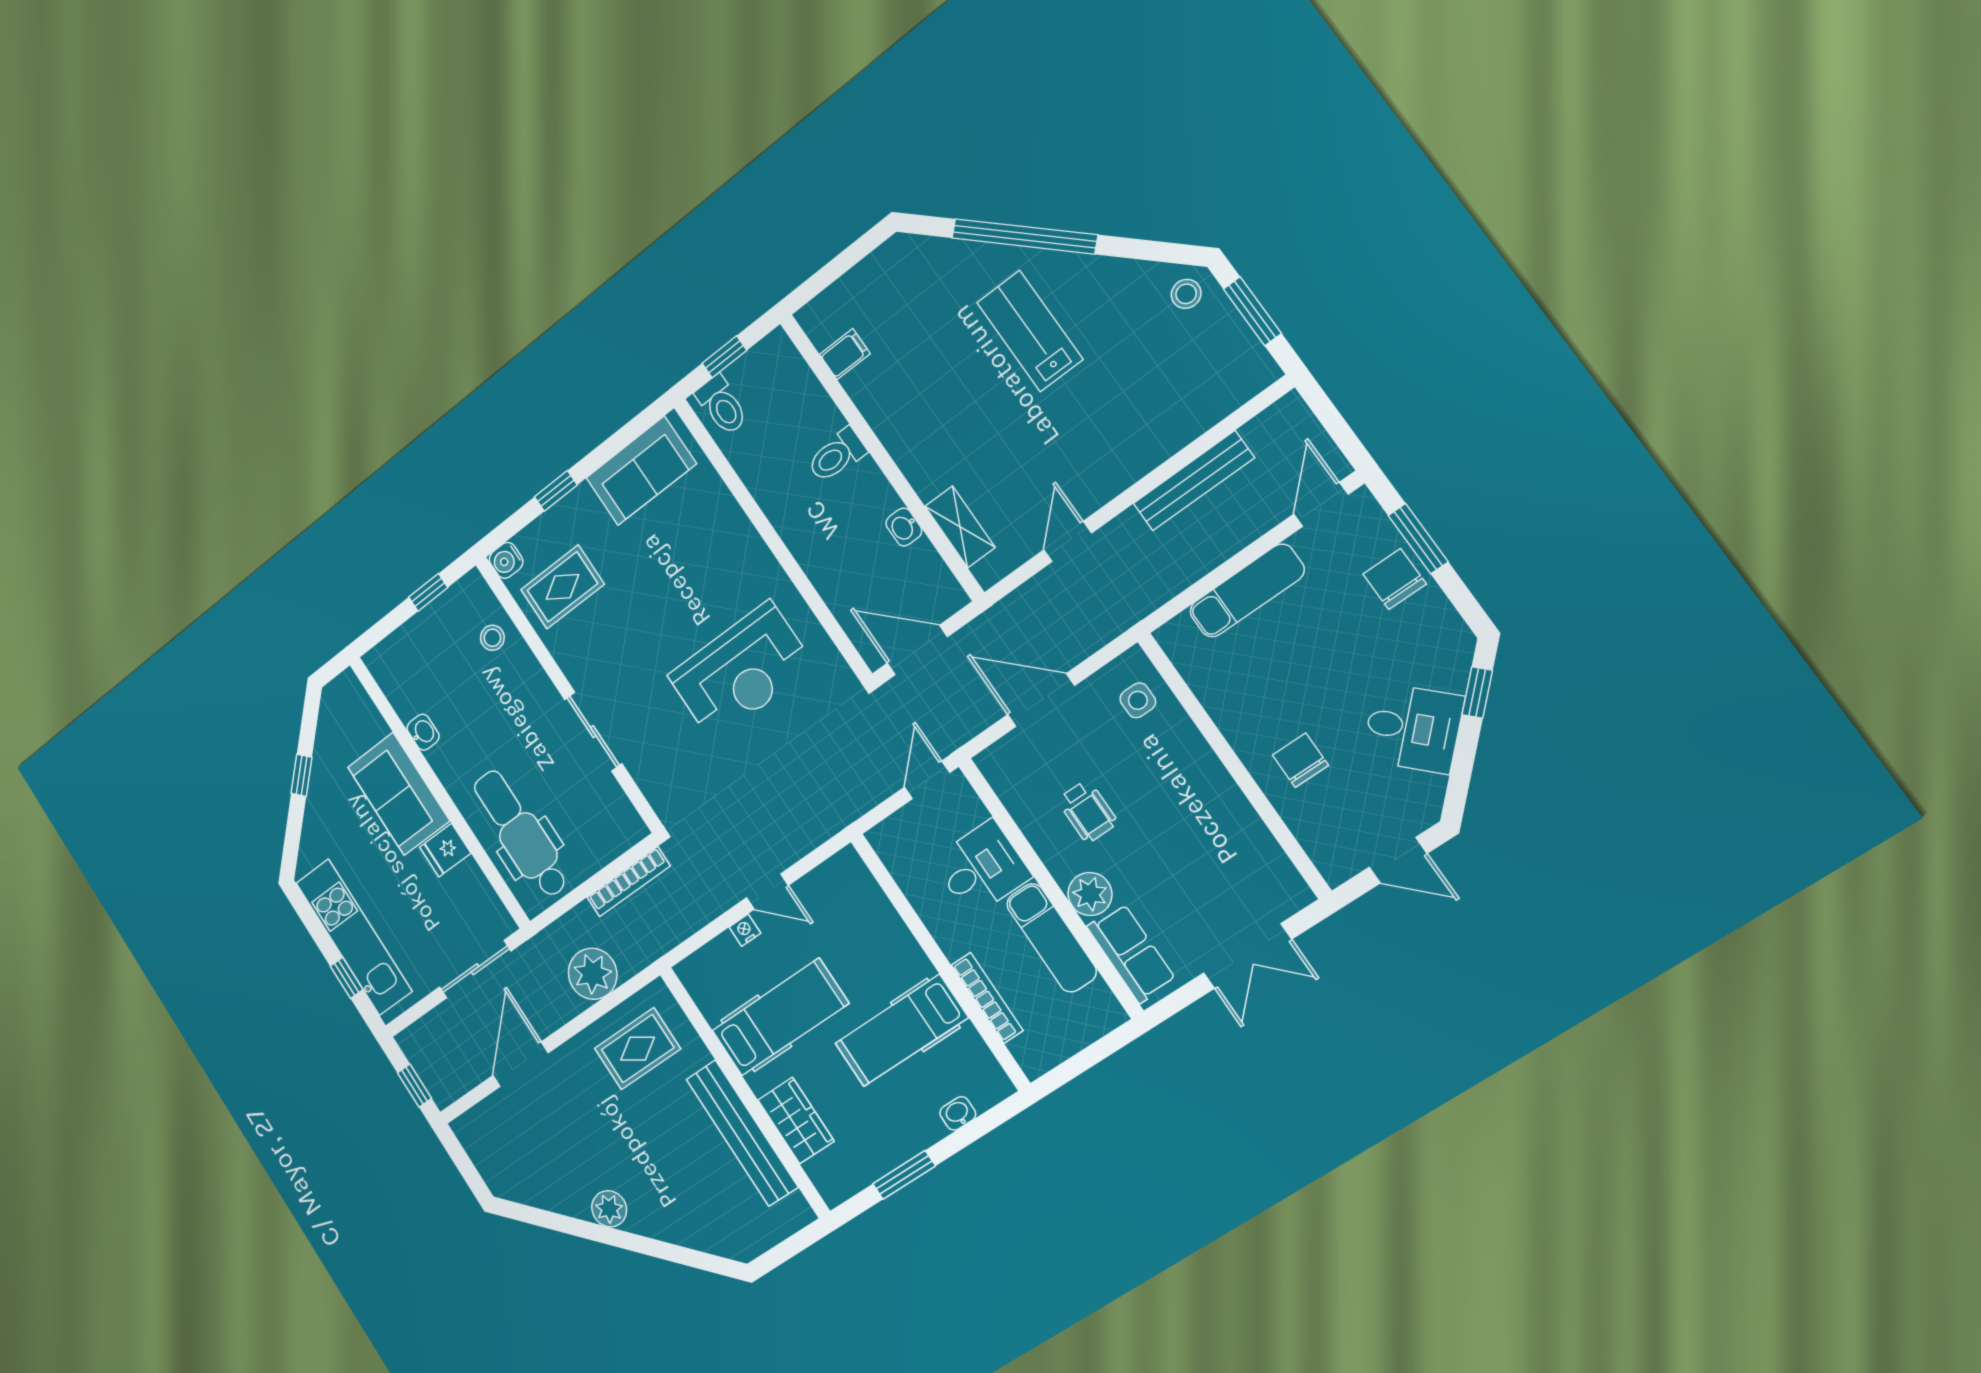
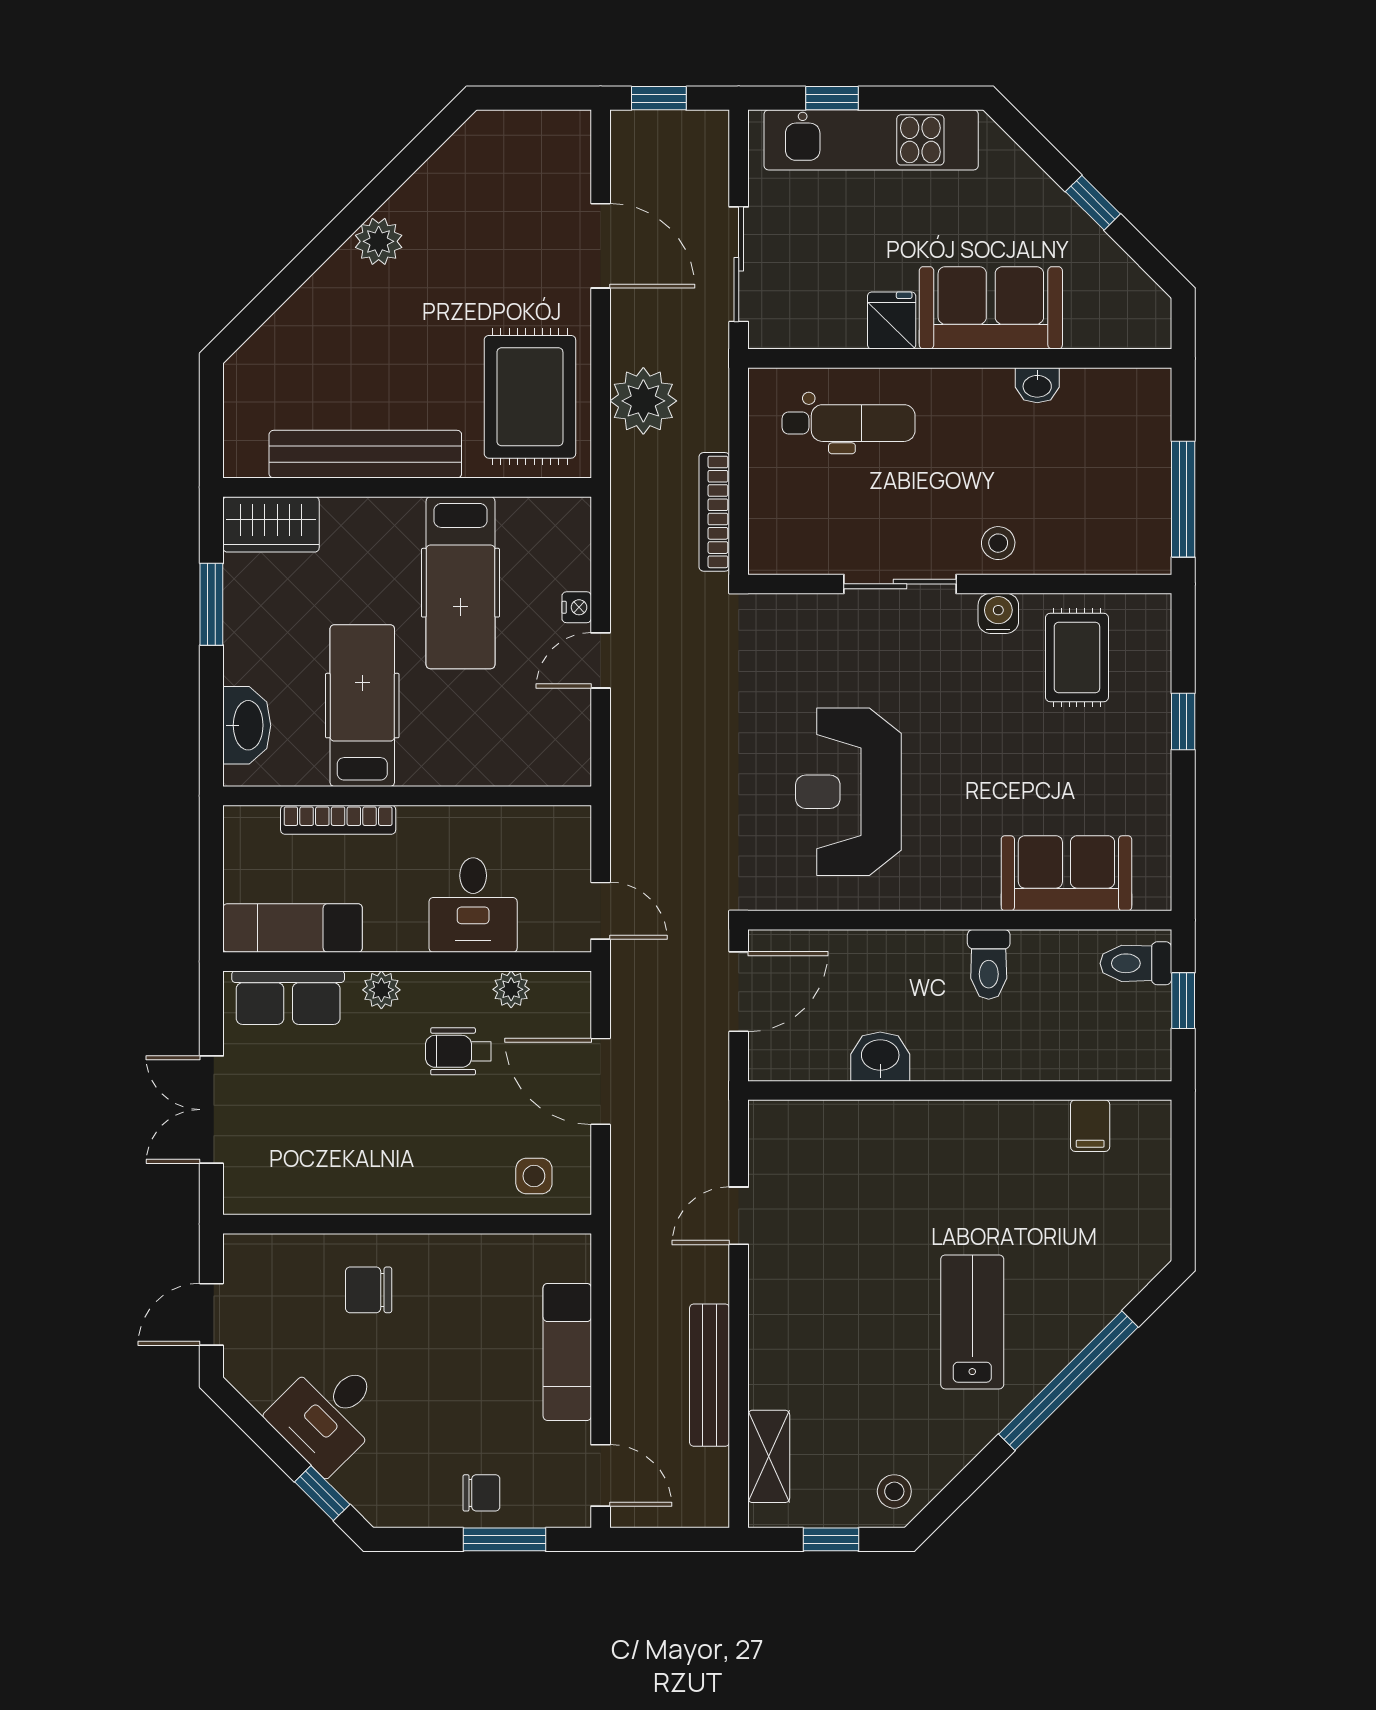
window: (1252, 311) -> (831, 1539), width x0.67
lab bench: (1030, 331) -> (972, 1322), turned -90
toilet: (837, 455) -> (989, 964), moved, turned 180
sofa: (641, 471) -> (1066, 873), moved, turned 90
washbasin: (904, 527) -> (880, 1057), width x1.38, depth x1.45
shelving: (960, 527) -> (769, 1456), moved, turned 90
door: (1068, 541) -> (739, 1216), swing flipped
water cooler: (506, 560) -> (998, 613), moved
chair: (1395, 579) -> (481, 1493), width x0.73, depth x0.73
window: (428, 592) -> (1183, 499), width x2.17
stool: (492, 638) -> (998, 543), moved
door: (1041, 700) -> (601, 1081), swing flipped
chair: (1300, 760) -> (369, 1290), turned 180
plant: (1020, 804) -> (511, 989), added
dental chair: (521, 834) -> (849, 423), width x0.73, depth x0.72
plant: (1090, 894) -> (381, 990), width x0.73, depth x0.73
exam couch: (1052, 938) -> (293, 928), moved
rug: (638, 1049) -> (530, 397), width x1.36, depth x1.43
washbasin: (958, 1113) -> (247, 725), width x1.91, depth x1.45
wardrobe: (796, 1121) -> (271, 524), moved

